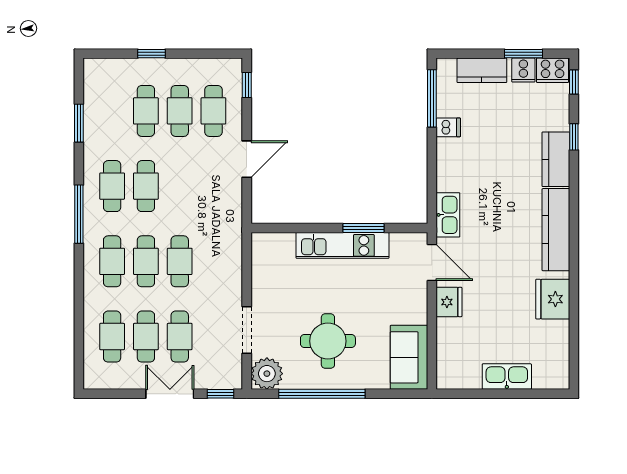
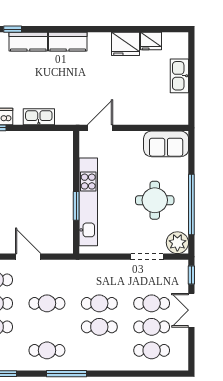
cafe table: (146, 186) -> (47, 303), moved
kitchen sink: (448, 215) -> (39, 117), moved
window: (364, 228) -> (76, 206), moved
kitchen counter: (556, 230) -> (68, 42), width x0.67
kitchen unit: (343, 245) -> (88, 202), width x1.36
cafe table: (112, 261) -> (99, 350), removed
fridge: (449, 302) -> (151, 41), moved, turned 180

